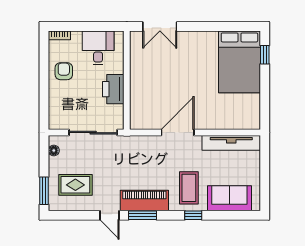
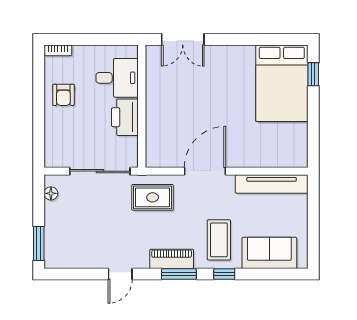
desk: (98, 48) -> (117, 78), moved, turned 90
armchair: (64, 71) -> (63, 95), turned 180
rug: (75, 185) -> (153, 197), moved
piano: (144, 201) -> (172, 259), width x0.73, depth x0.75
door: (109, 215) -> (120, 274), hinge flipped
window: (142, 215) -> (179, 274), moved

